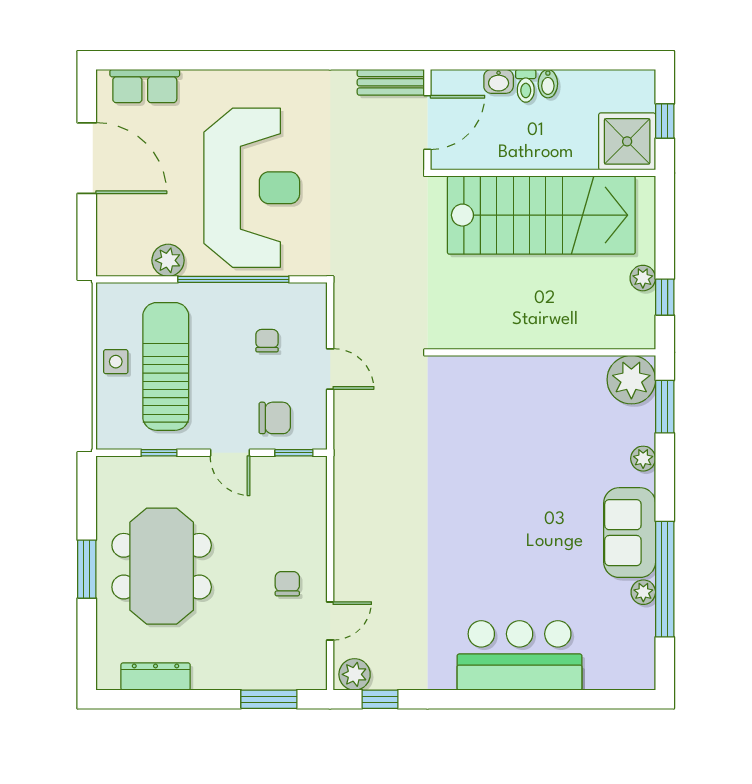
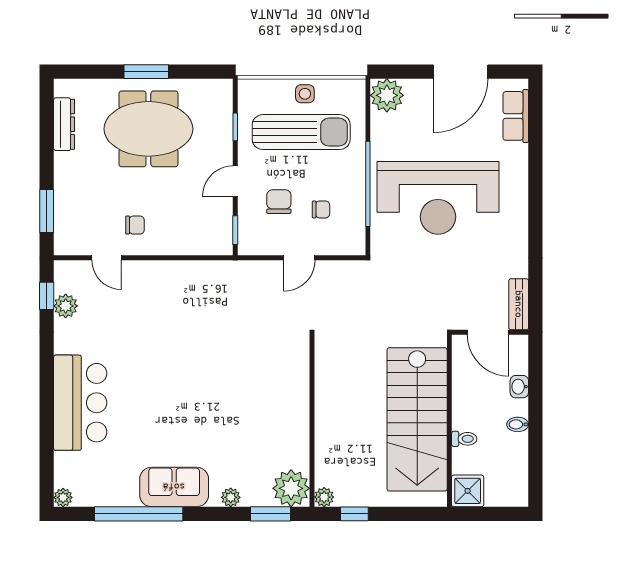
toilet: (526, 86) -> (464, 439), moved, turned 180
window: (665, 121) -> (489, 514), removed
shower: (627, 141) -> (468, 491), width x0.73, depth x0.73
plant: (168, 260) -> (387, 95), moved, width x1.36, depth x1.36
plant: (643, 278) -> (324, 497), moved
chair: (275, 418) -> (279, 202), moved, turned 180
plant: (643, 592) -> (63, 497), moved
plant: (355, 674) -> (66, 306), moved

